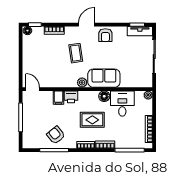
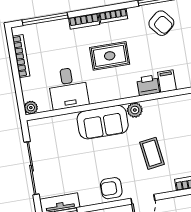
armchair: (105, 35) -> (111, 188), turned -90
floor lamp: (104, 96) -> (98, 95), removed

